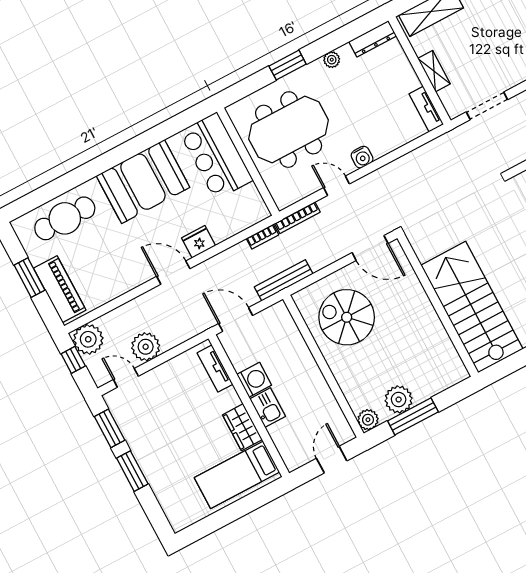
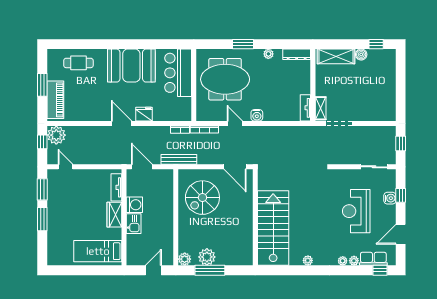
shelving: (434, 71) -> (321, 108), moved
cafe table: (65, 218) -> (78, 63), width x0.73, depth x0.74
spiral stairs: (347, 317) -> (202, 198), turned -90
plant: (146, 347) -> (85, 156), removed
wardrobe: (242, 427) -> (114, 215), moved

